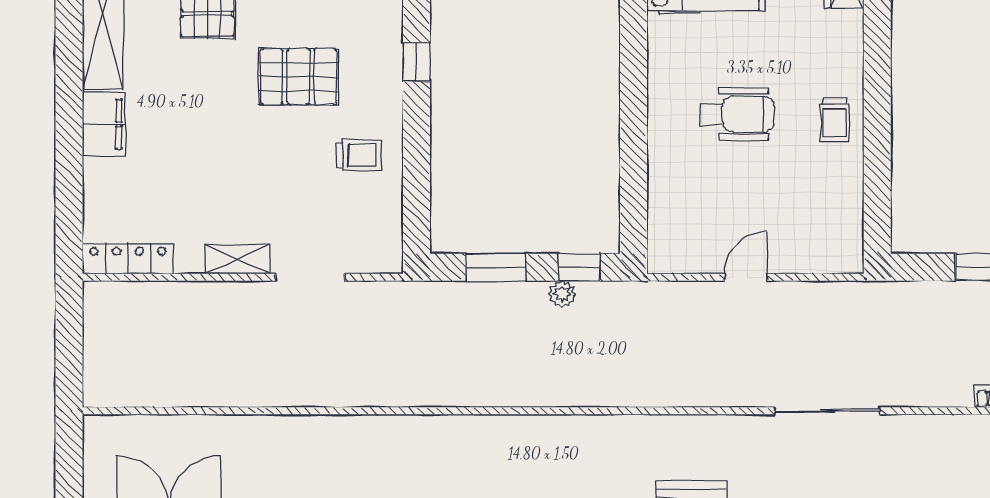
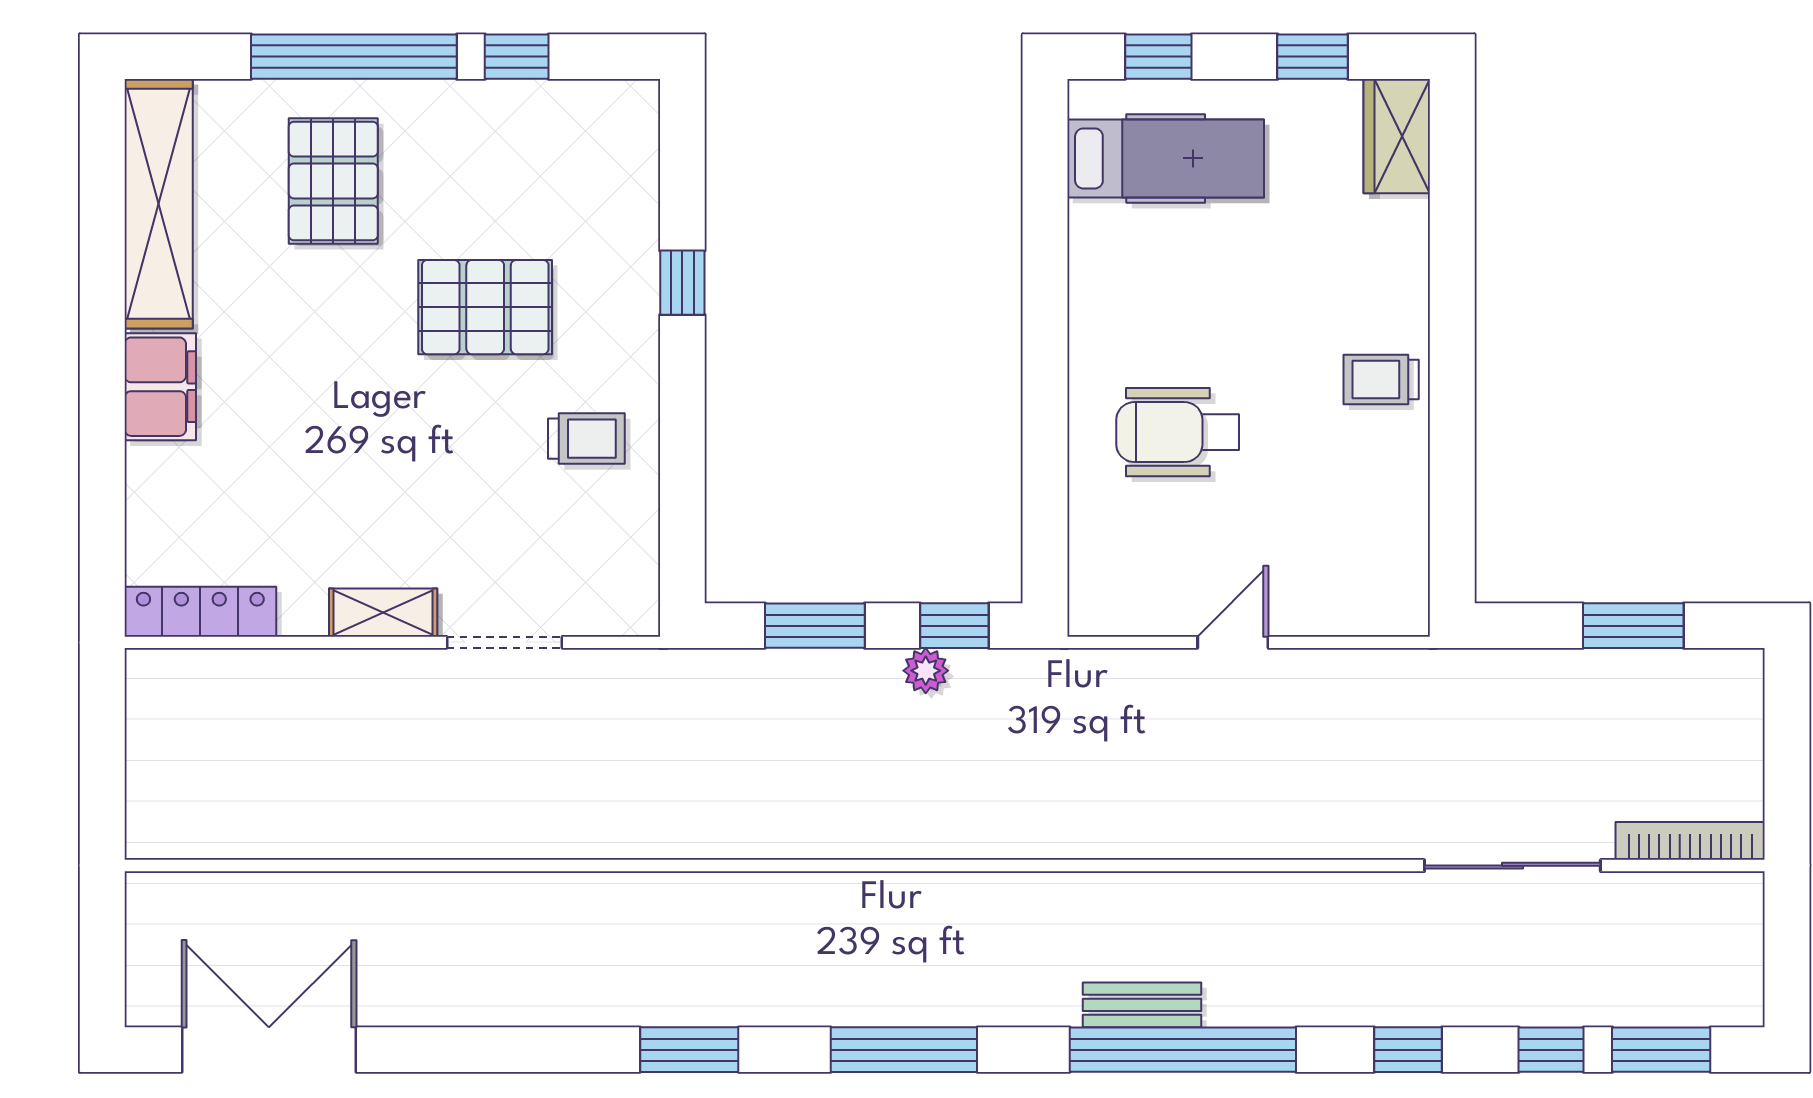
wheelchair: (737, 114) -> (1178, 432), moved, turned 180
trolley: (835, 120) -> (1381, 380), turned 90
sliding door: (827, 411) -> (1512, 866), moved

